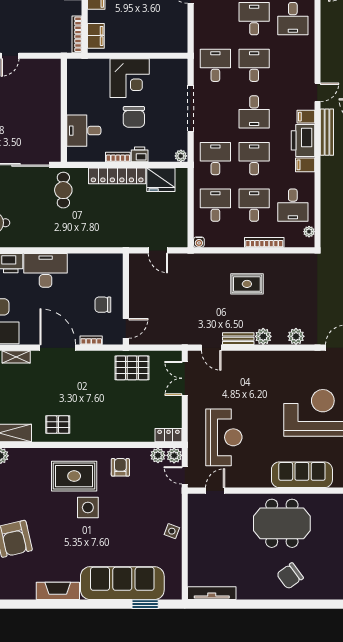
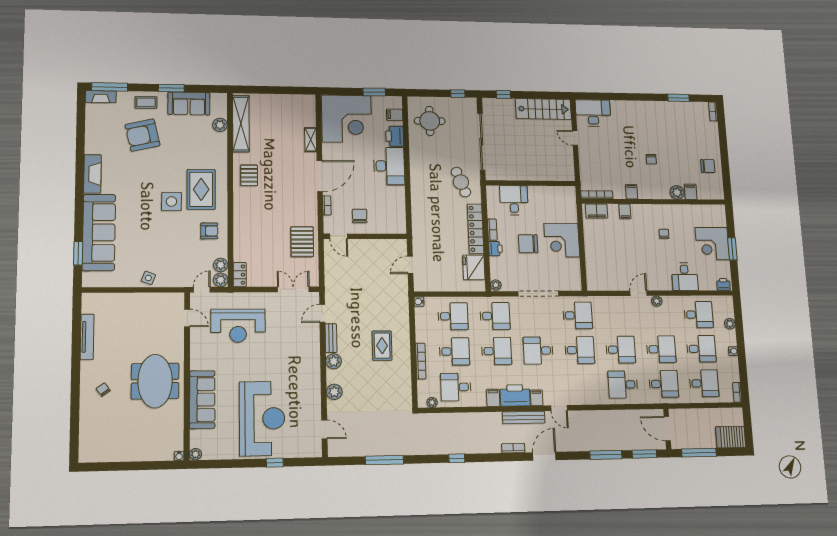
cafe table: (63, 190) -> (461, 182), turned 69
chair: (290, 576) -> (103, 390), width x0.54, depth x0.54
tv unit: (212, 593) -> (87, 337), moved

